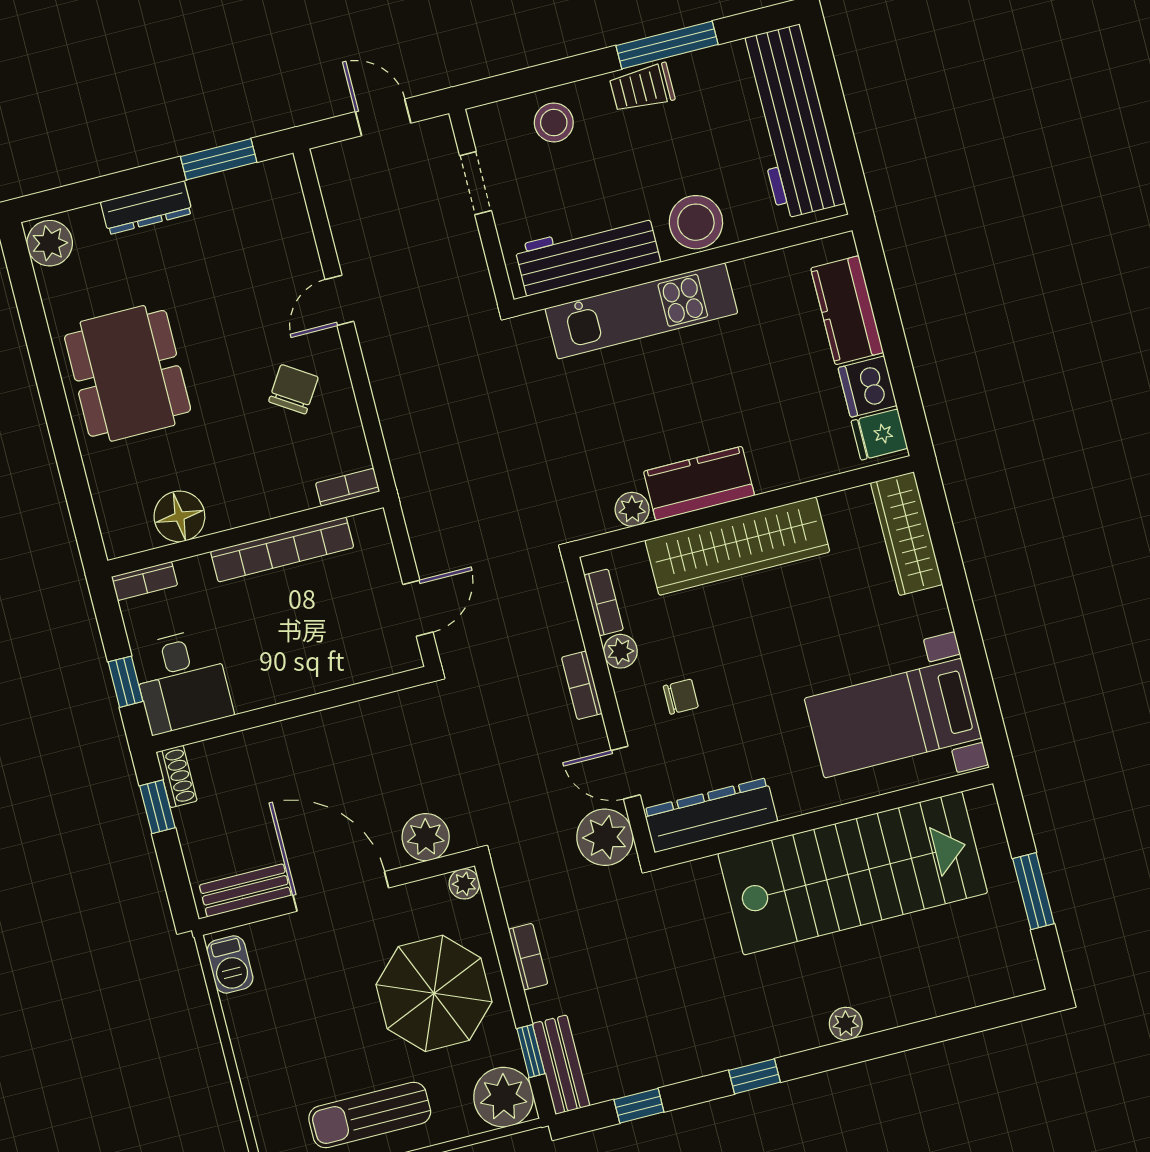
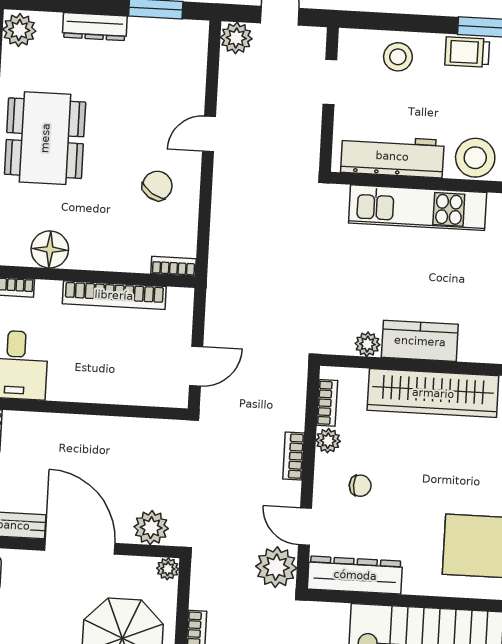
plant: (335, 164) -> (236, 38), added

